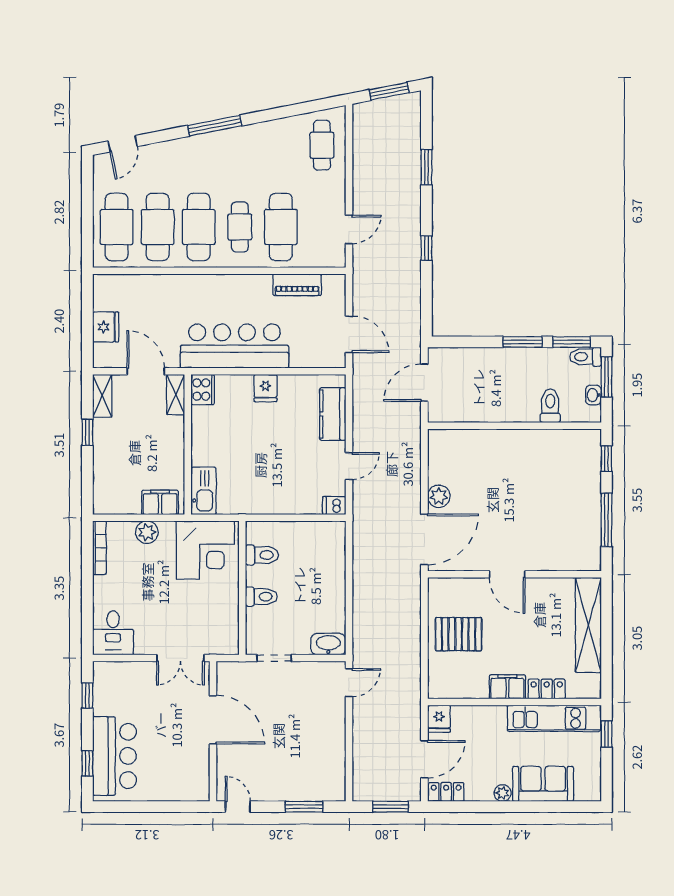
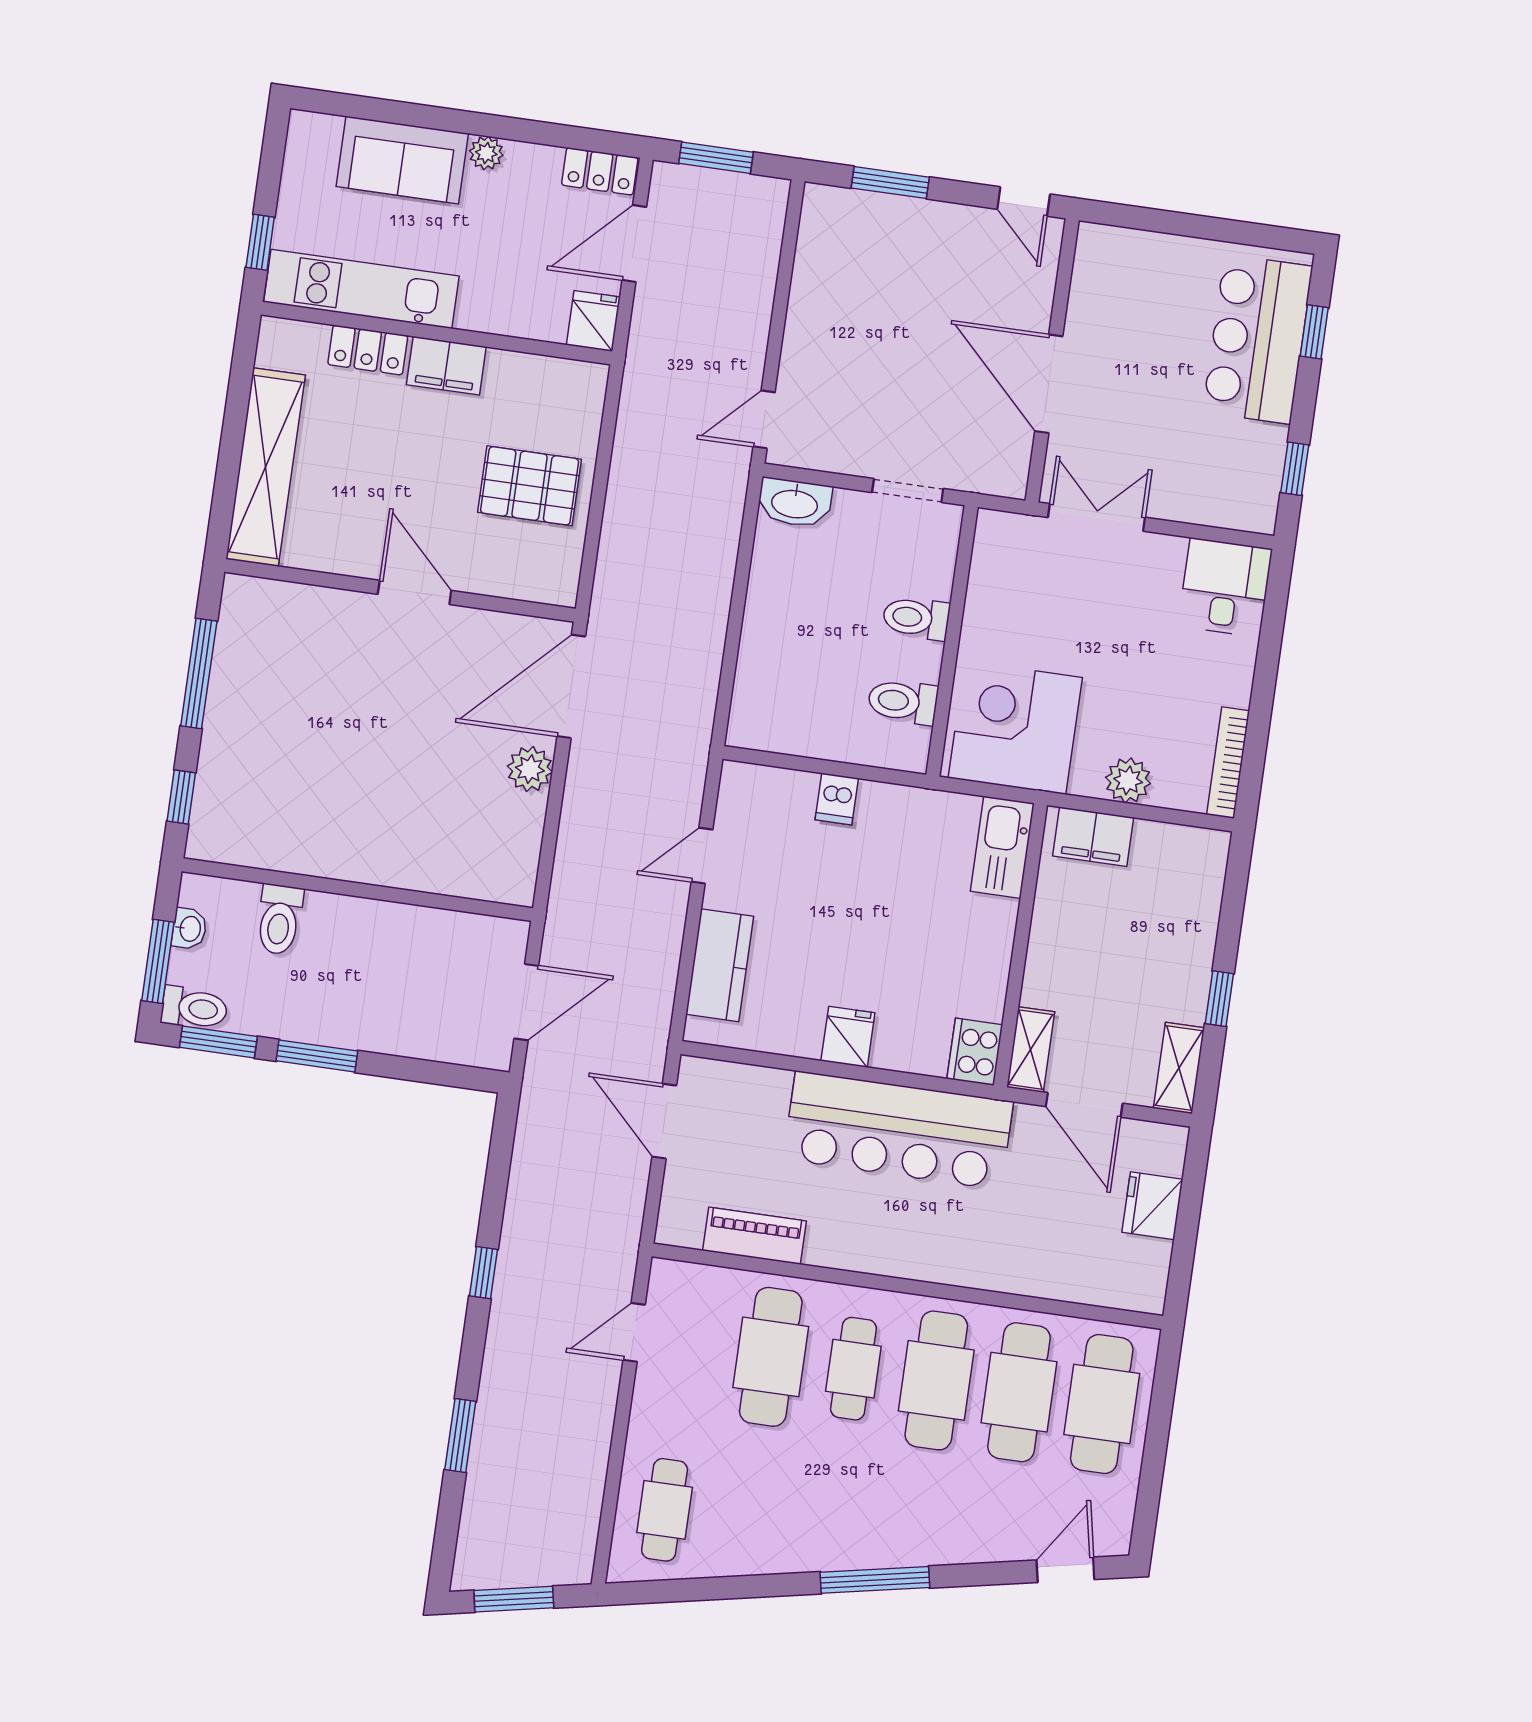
dishwasher: (334, 506) -> (837, 799), moved, turned 90

